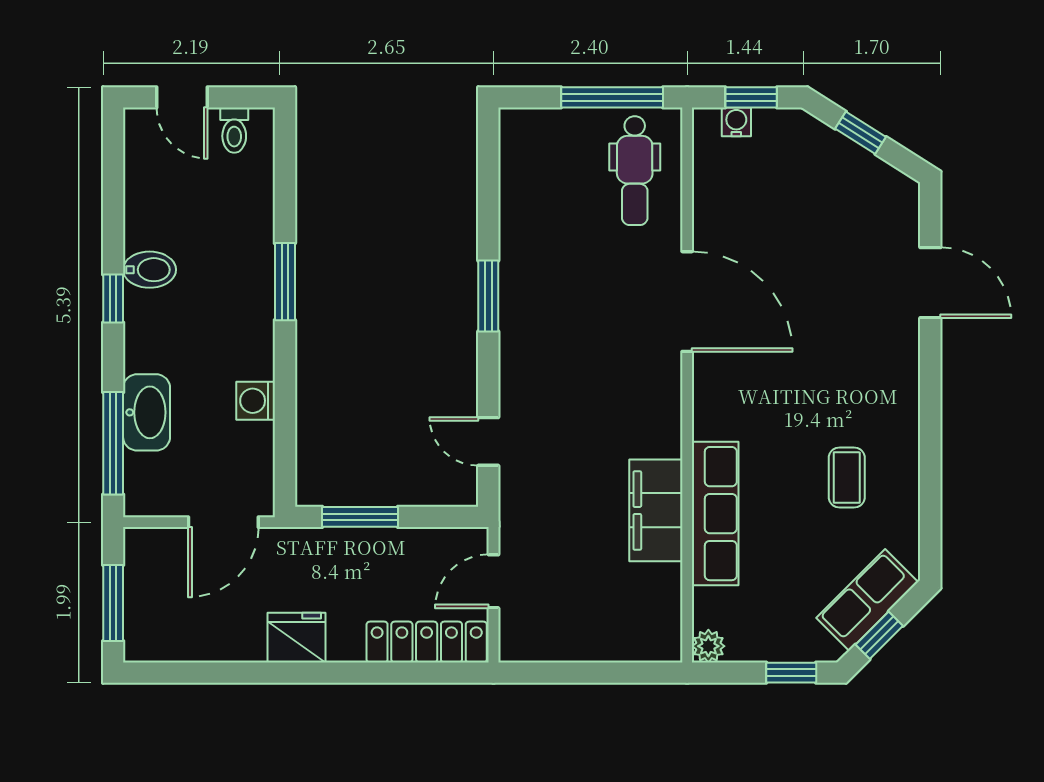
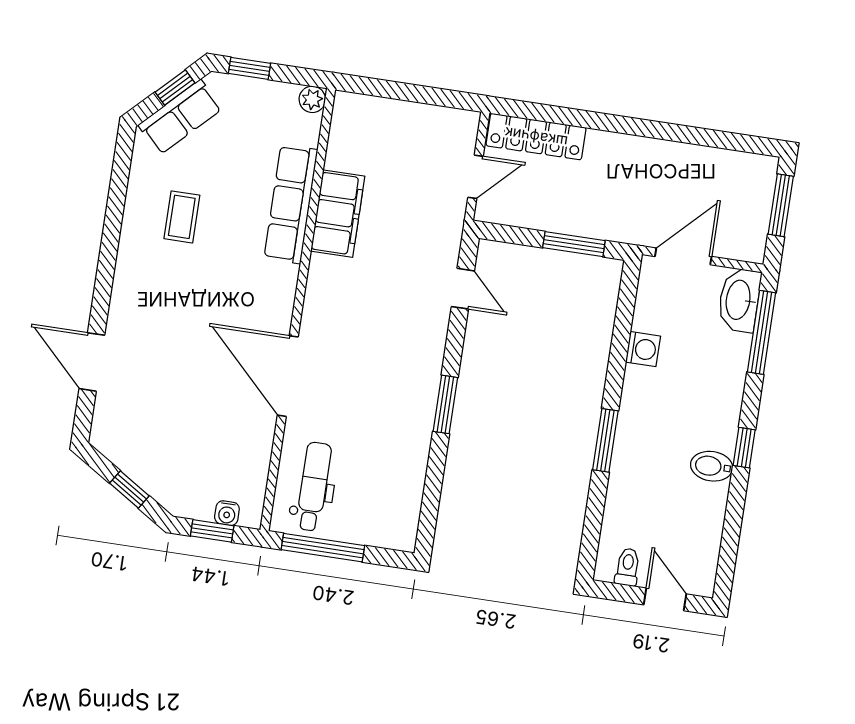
washbasin: (147, 412) -> (739, 300), moved
fridge: (296, 638) -> (639, 156), removed

